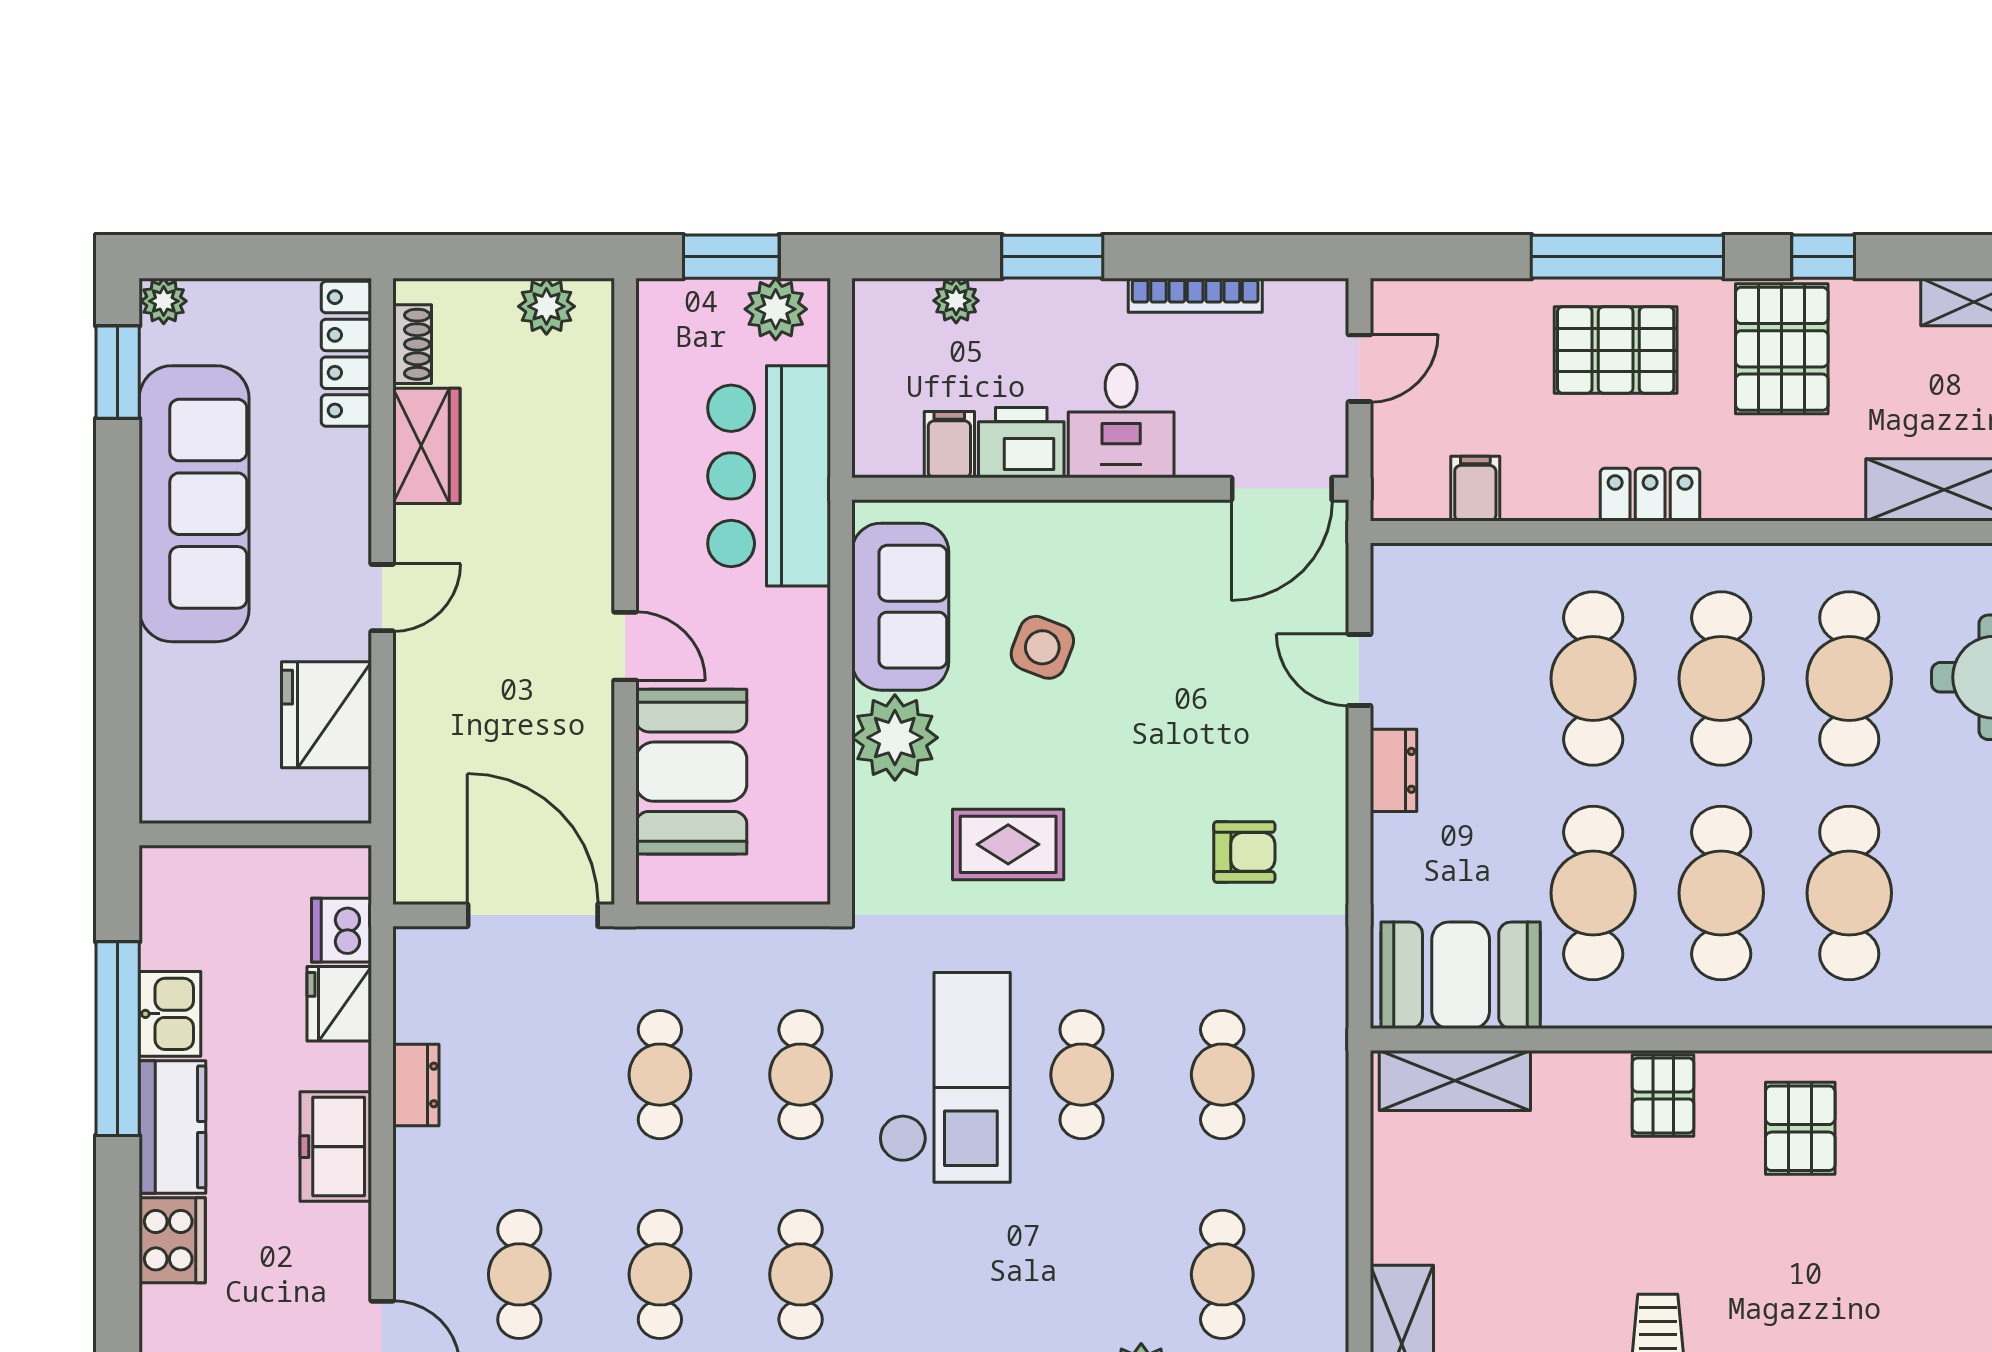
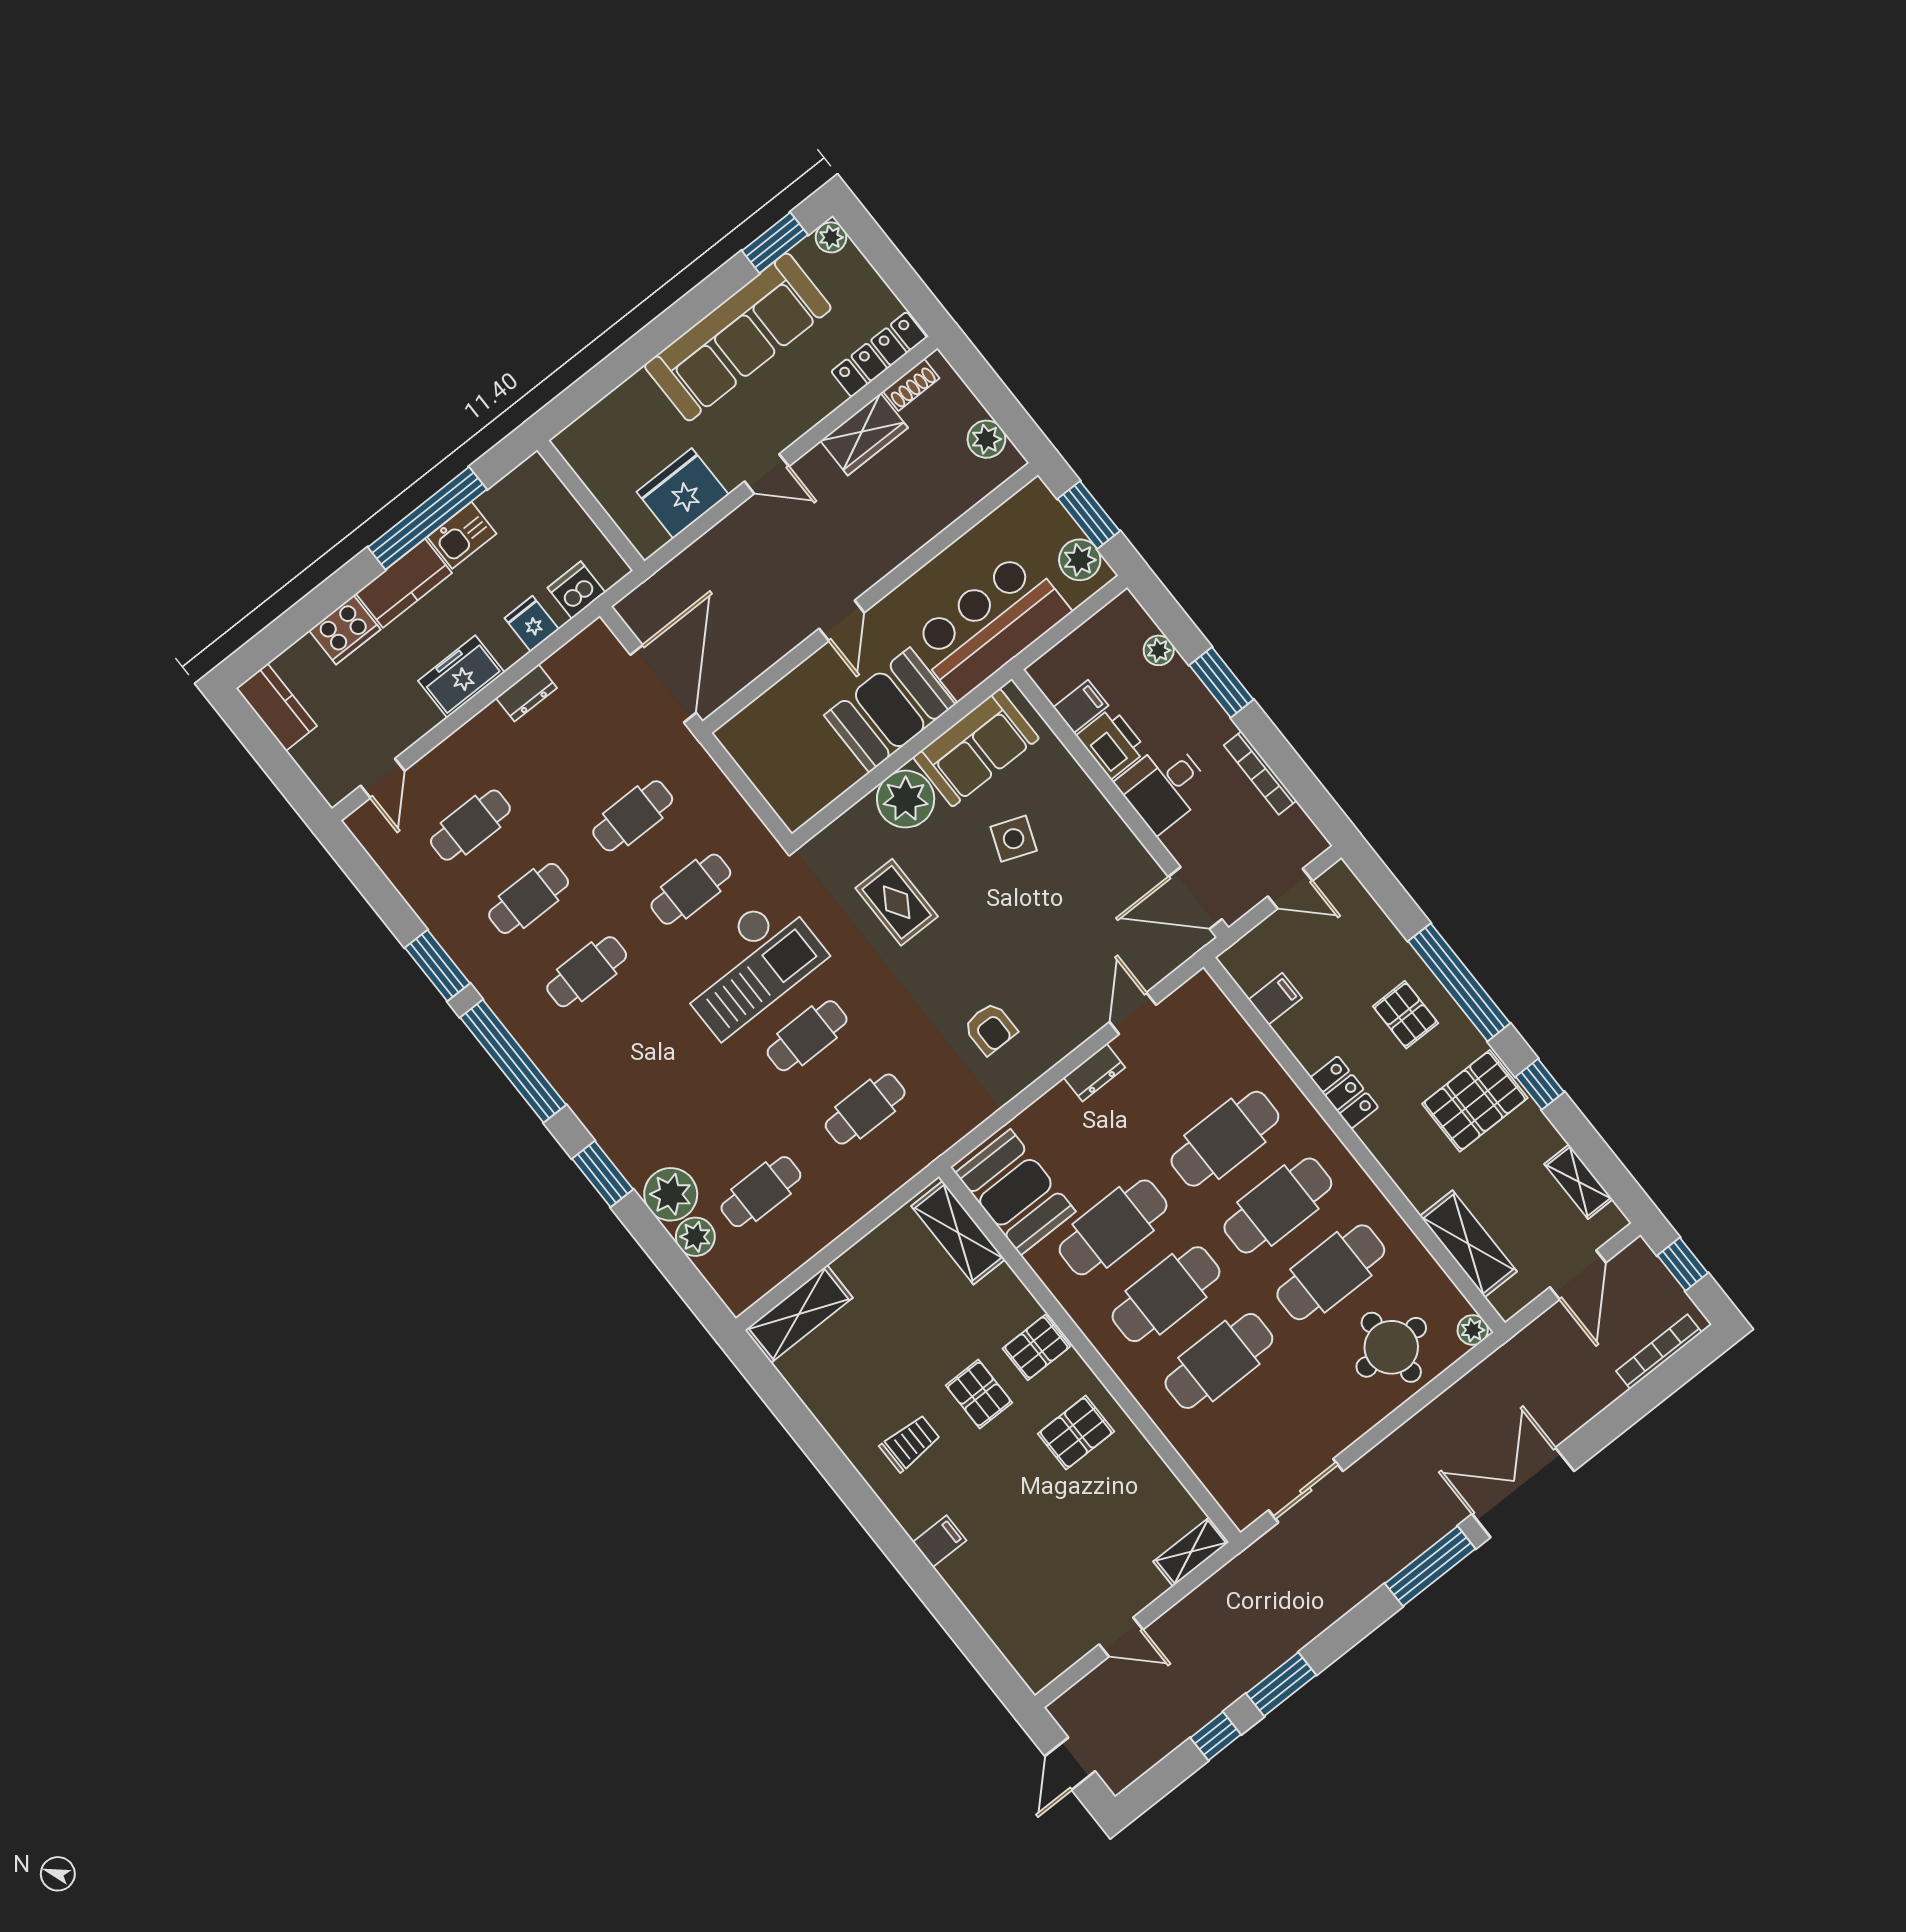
pallet: (1616, 350) -> (1406, 1015), width x0.67, depth x0.71
booth: (691, 772) -> (890, 710), moved
fridge: (339, 1004) -> (532, 624), width x0.72
pallet: (1664, 1206) -> (979, 1394), added

